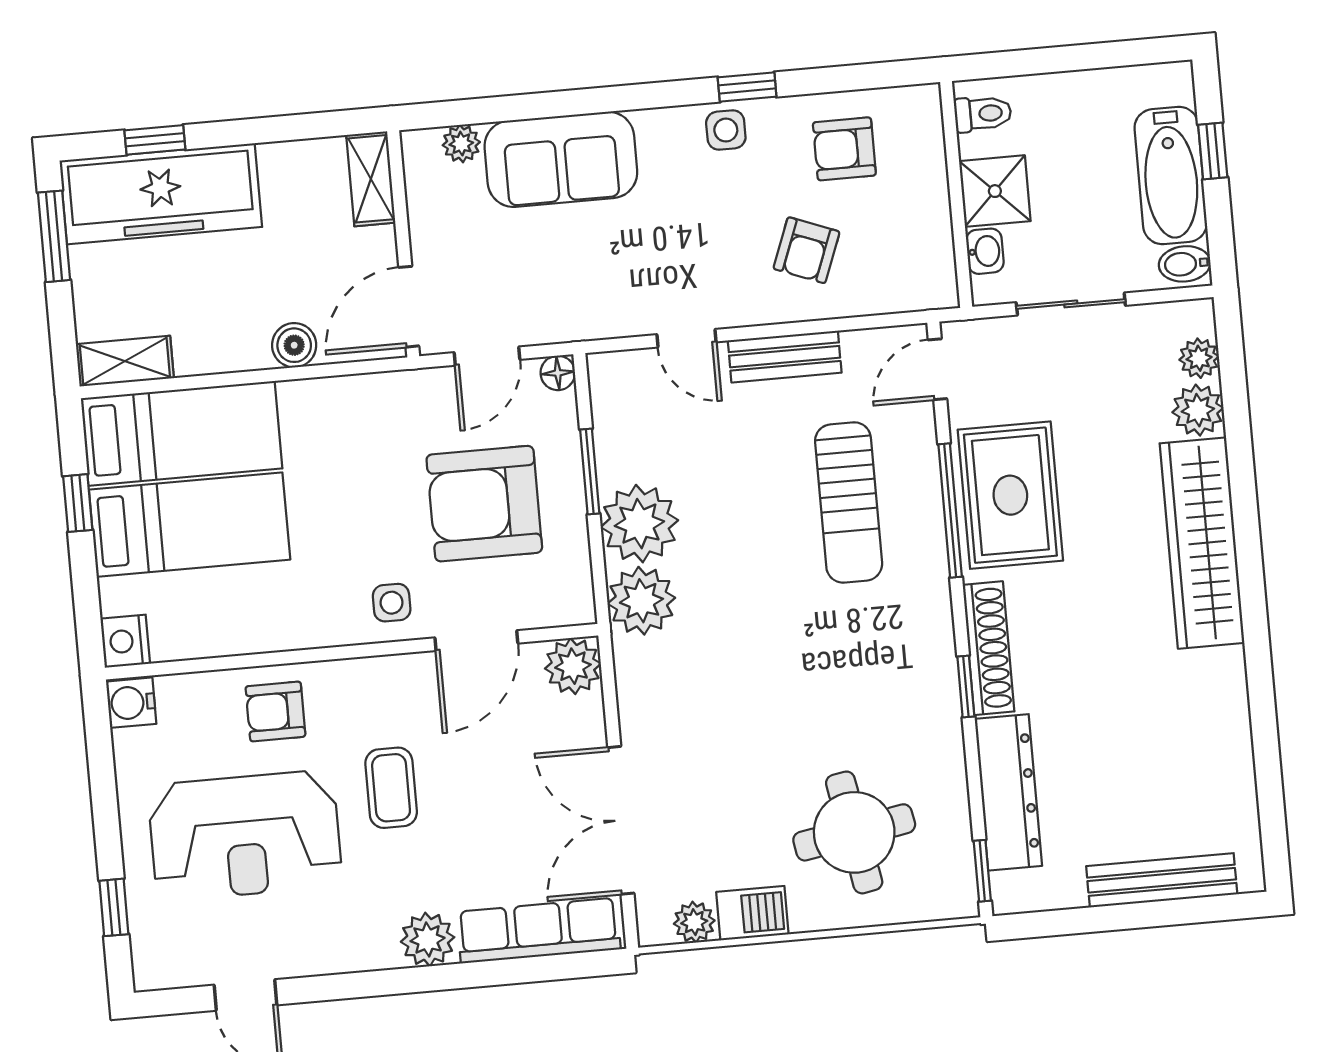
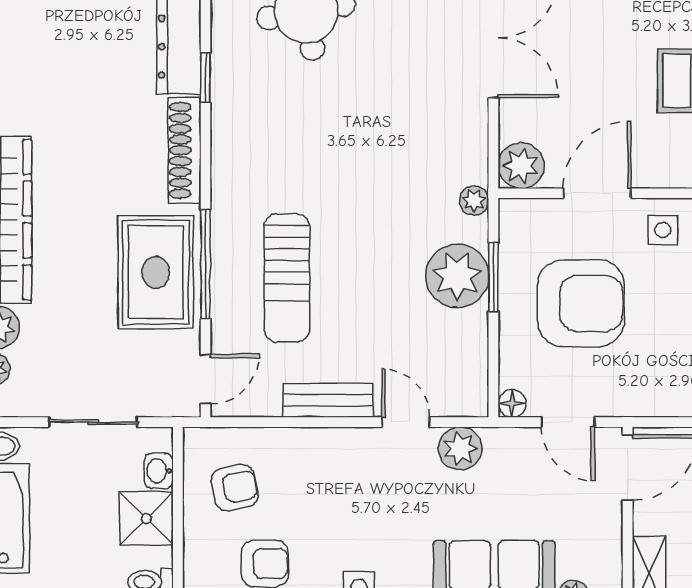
armchair: (806, 250) -> (235, 488), moved, turned 58
plant: (617, 312) -> (460, 448), added
door: (487, 356) -> (568, 422), swing flipped
window: (590, 472) -> (493, 277), moved
sun lounger: (849, 502) -> (287, 278), turned 180
plant: (641, 601) -> (474, 201), width x0.53, depth x0.53
window: (966, 687) -> (206, 78), moved

